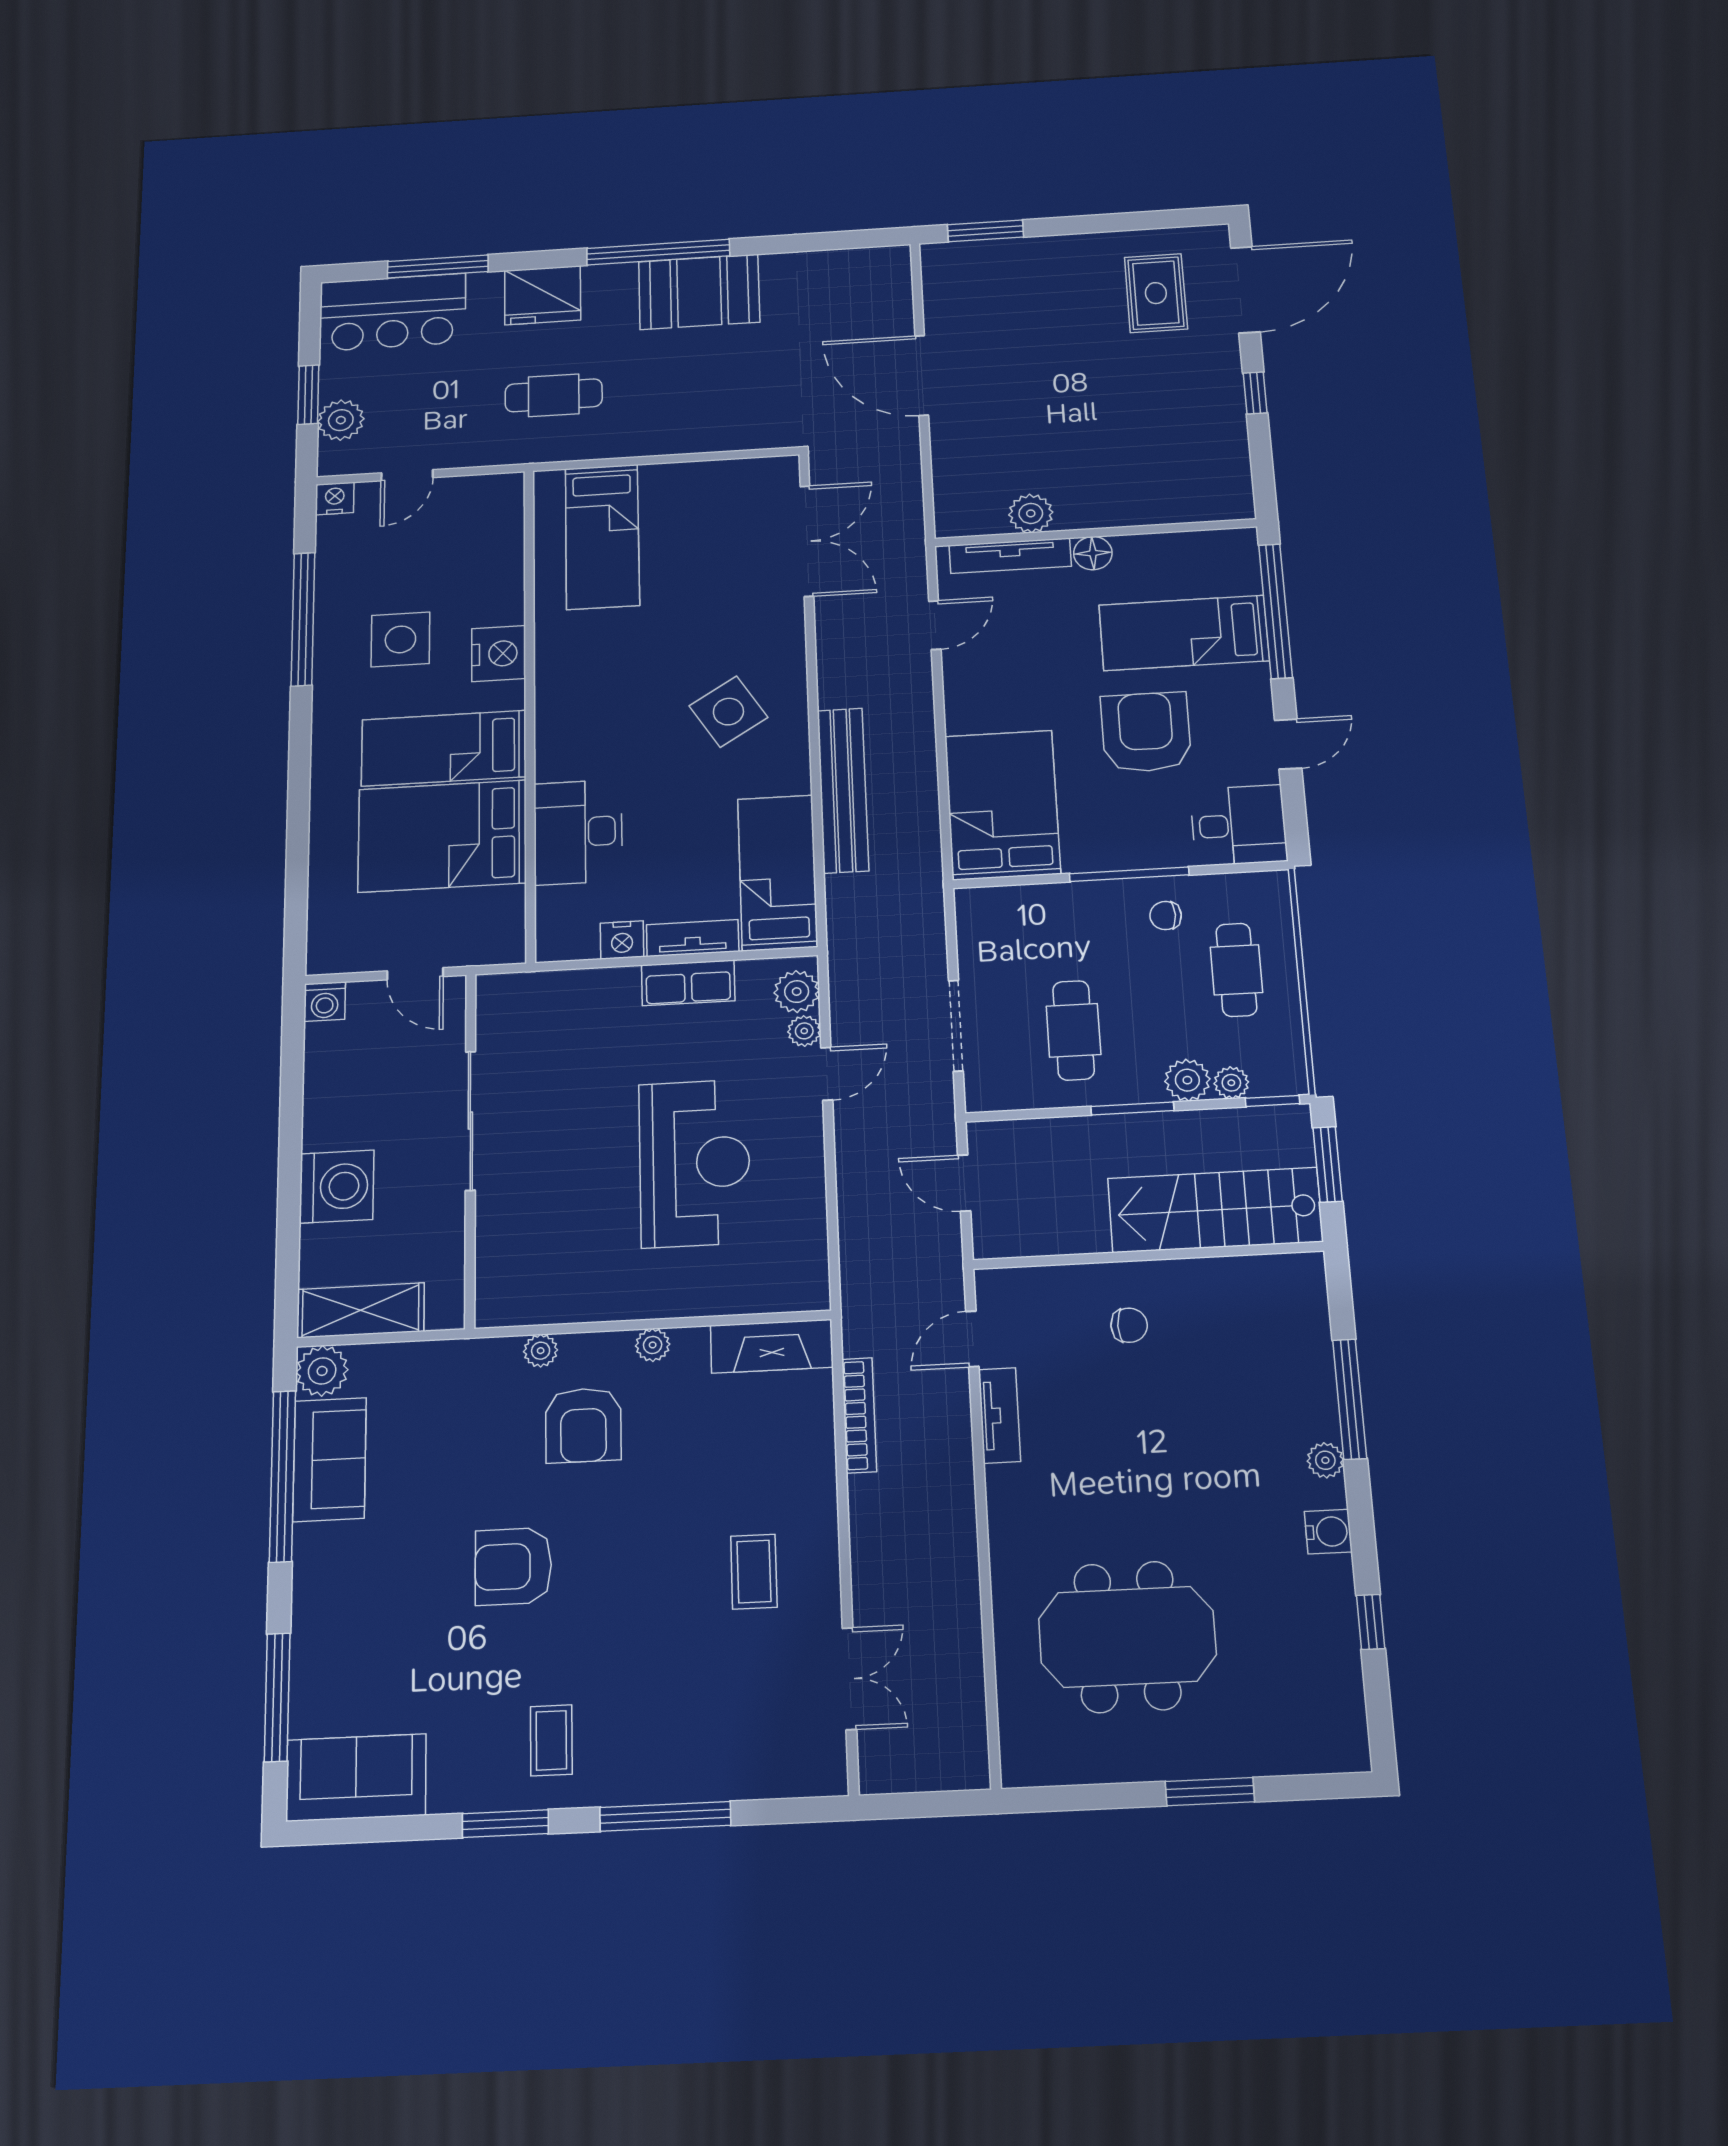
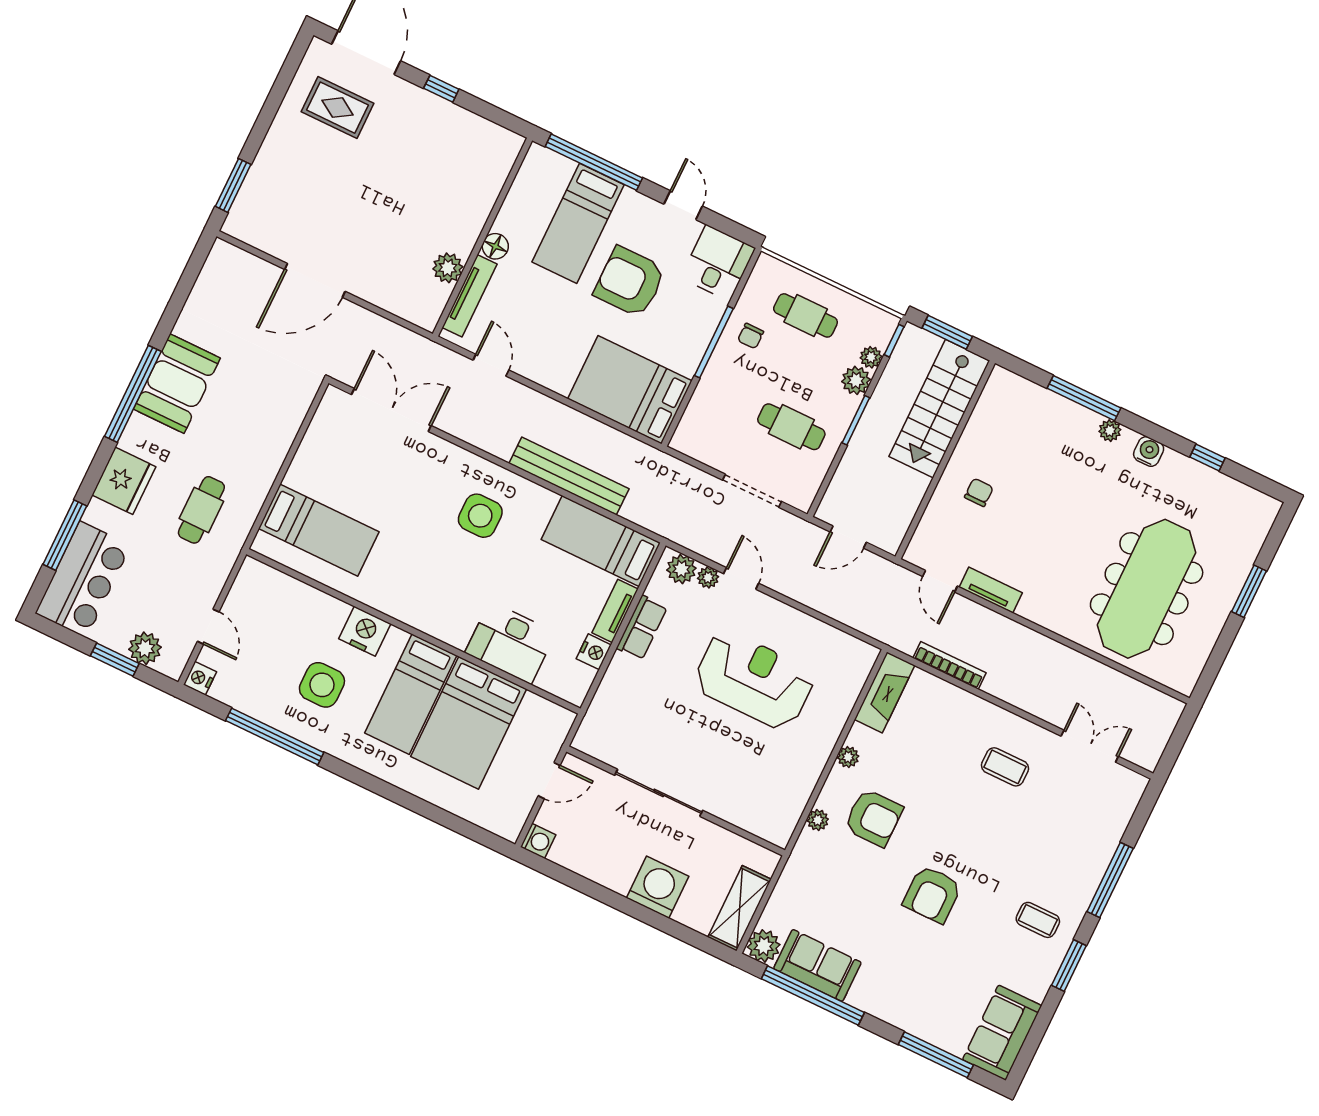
side table: (728, 712) -> (480, 516), turned 32
meeting table: (1127, 1637) -> (1147, 589), width x1.36

